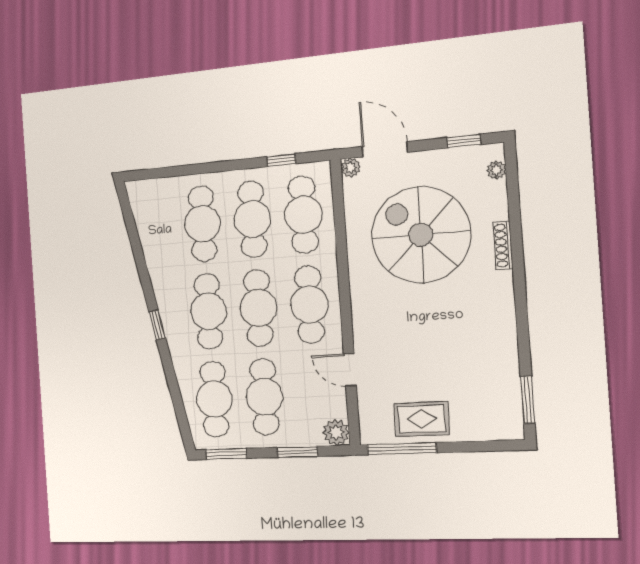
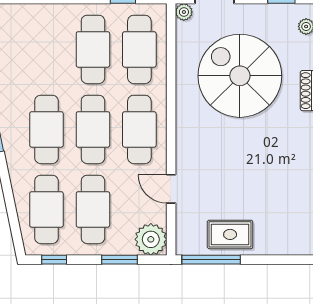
cafe table: (202, 224) -> (46, 49), removed
plant: (336, 432) -> (151, 239), width x1.36, depth x1.36
window: (226, 454) -> (54, 260), width x0.67

